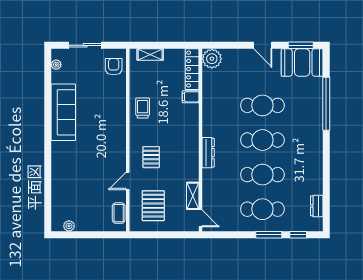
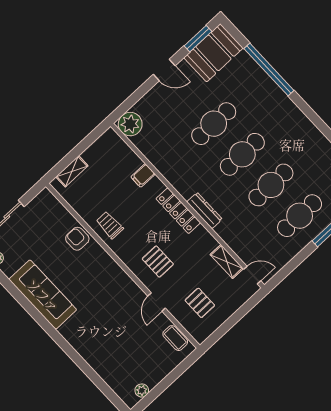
armchair: (114, 67) -> (77, 239), moved
locker: (192, 69) -> (178, 211), moved
pallet: (153, 206) -> (200, 303), width x0.67, depth x0.71

